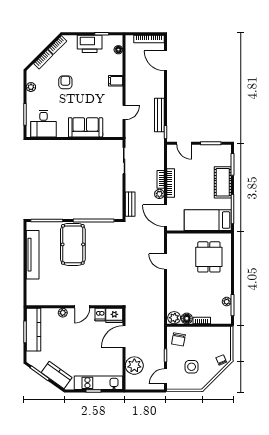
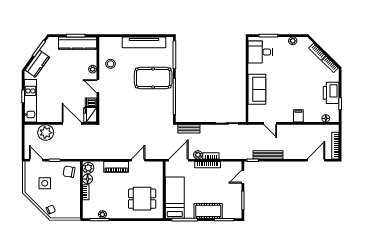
armchair: (65, 82) -> (297, 71), removed
piano: (173, 286) -> (116, 167), added
stool: (57, 292) -> (111, 64), added

